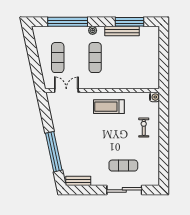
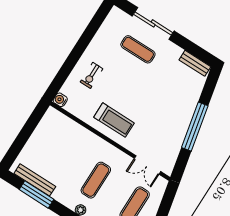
bench: (122, 31) -> (35, 180), moved
window: (54, 152) -> (195, 127), moved

